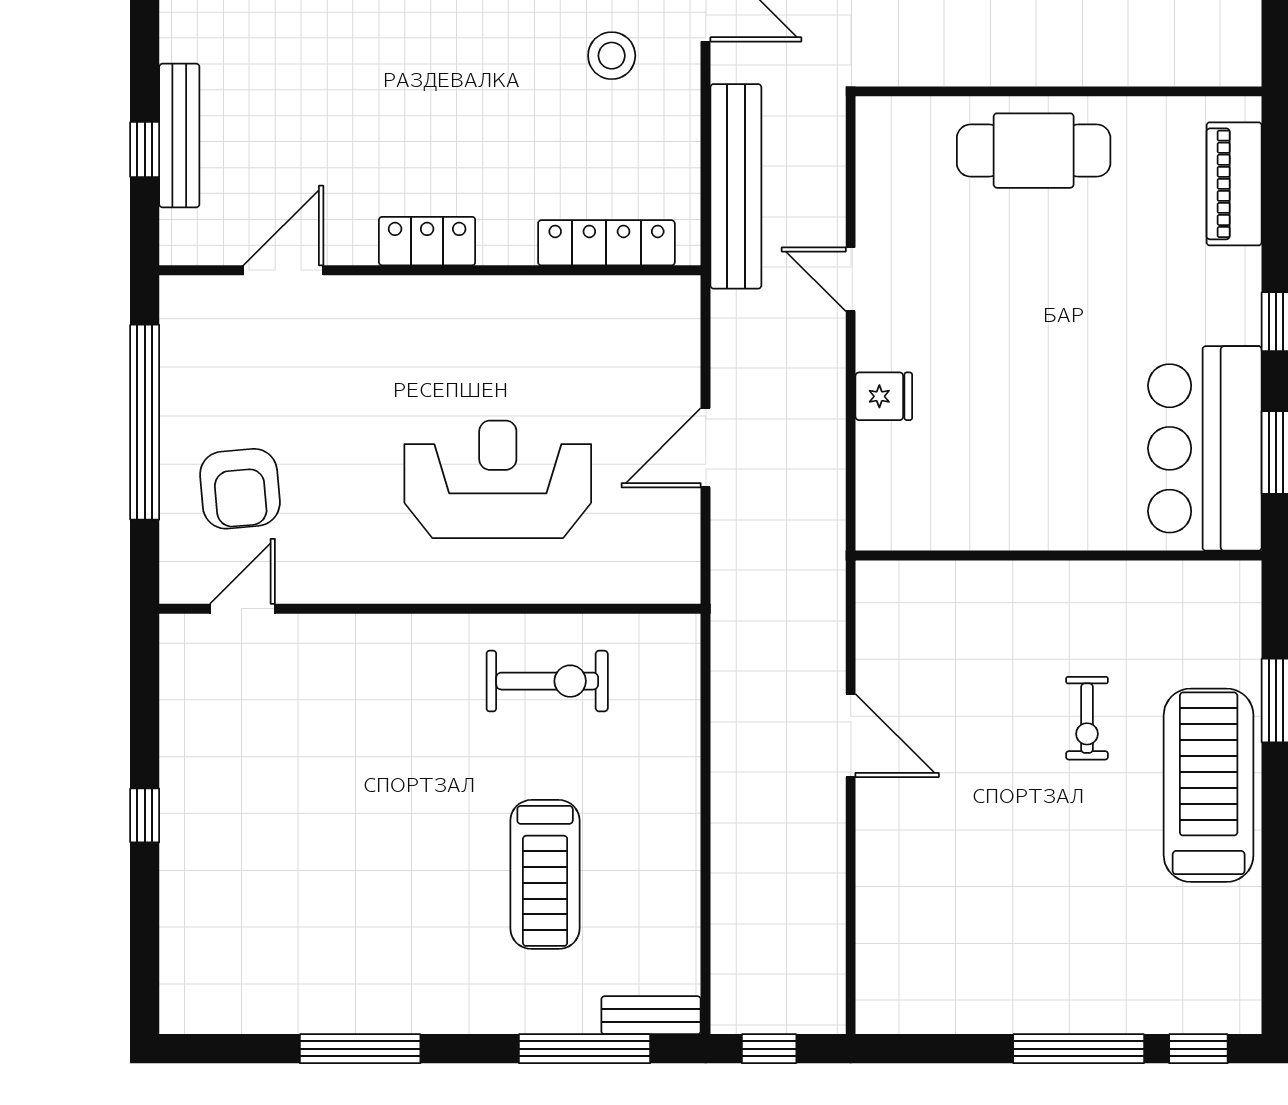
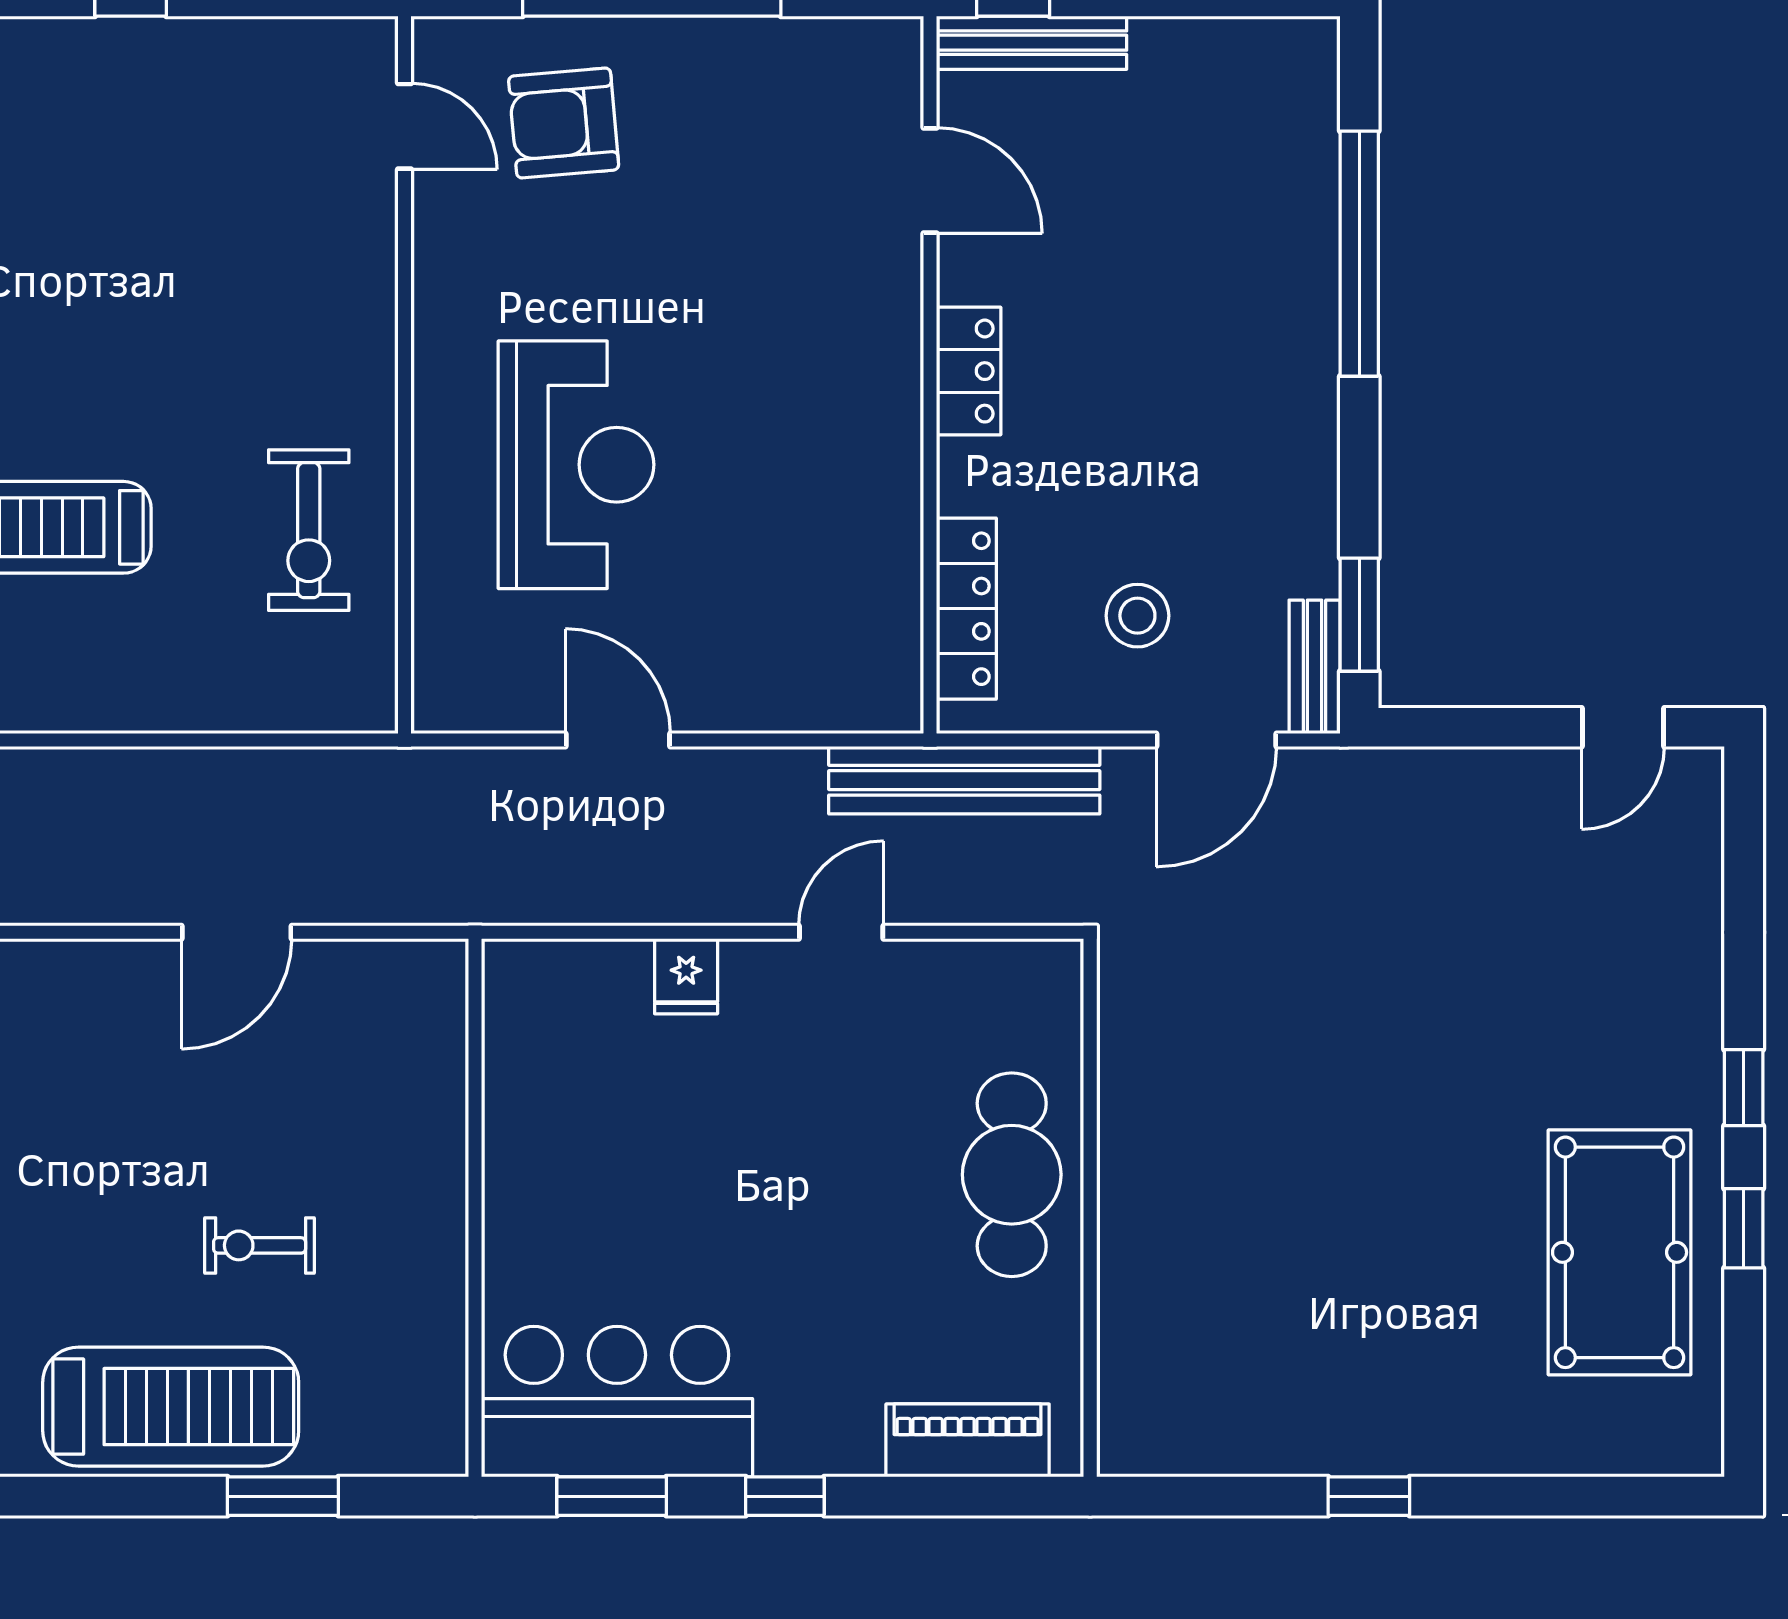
locker: (427, 241) -> (969, 371), moved
locker: (606, 243) -> (966, 609), moved
door: (283, 270) -> (930, 181), moved
wall: (430, 270) -> (930, 375), moved

